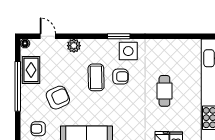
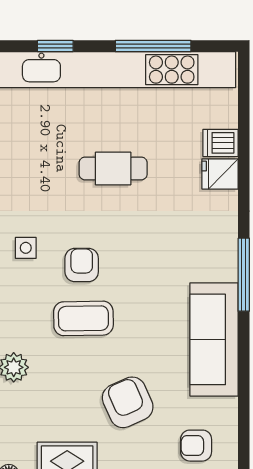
side table: (128, 51) -> (26, 248), width x0.54, depth x0.54
armchair: (38, 129) -> (196, 446), turned 90

